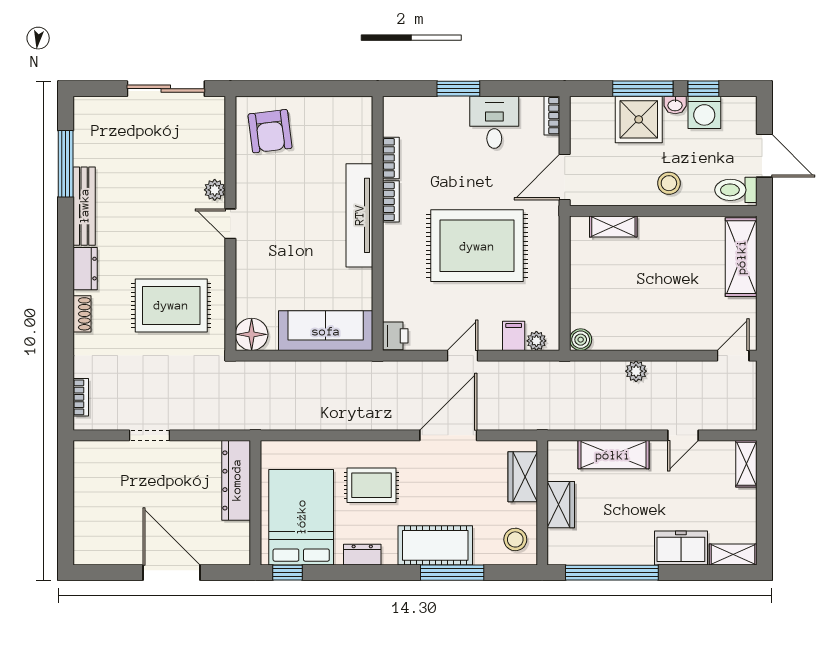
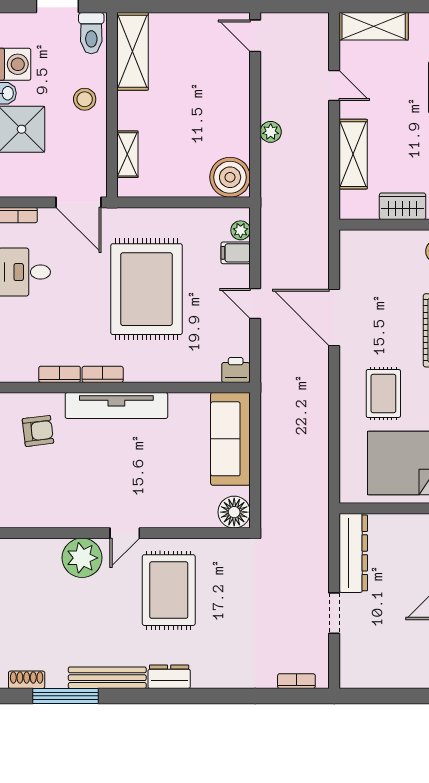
armchair: (270, 131) -> (38, 431), moved, width x0.72, depth x0.72
plant: (215, 190) -> (82, 558), width x1.88, depth x1.88
shelving: (741, 257) -> (133, 51), moved, turned 90
rug: (171, 305) -> (169, 590), moved
shoe rack: (82, 314) -> (27, 680), moved
boiler: (581, 340) -> (230, 177), width x1.86, depth x1.86
shelving: (746, 464) -> (374, 26), width x1.50, depth x1.33
wardrobe: (523, 477) -> (375, 244), removed
dresser: (236, 480) -> (353, 553), moved, turned -90

